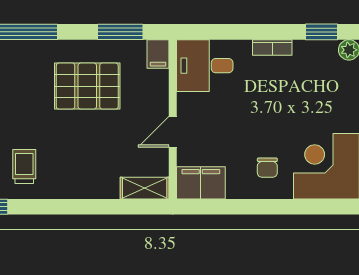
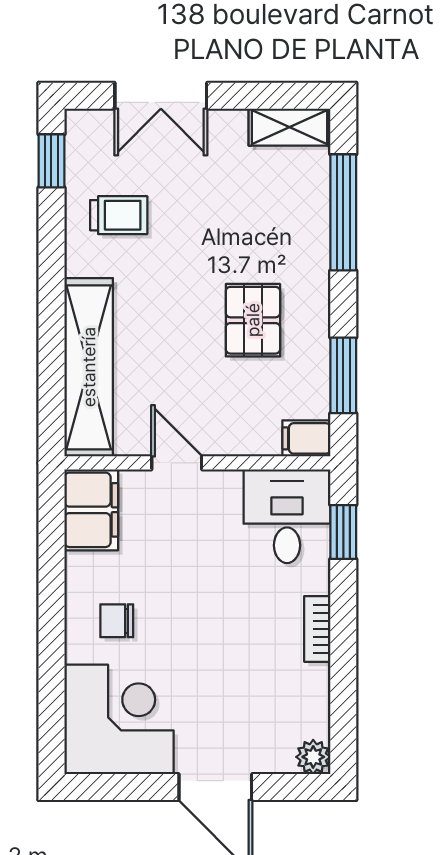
window: (322, 32) -> (343, 532), moved
pallet: (87, 86) -> (253, 320), width x0.67, depth x0.71
shelving: (145, 188) -> (89, 367), width x2.20, depth x1.33

